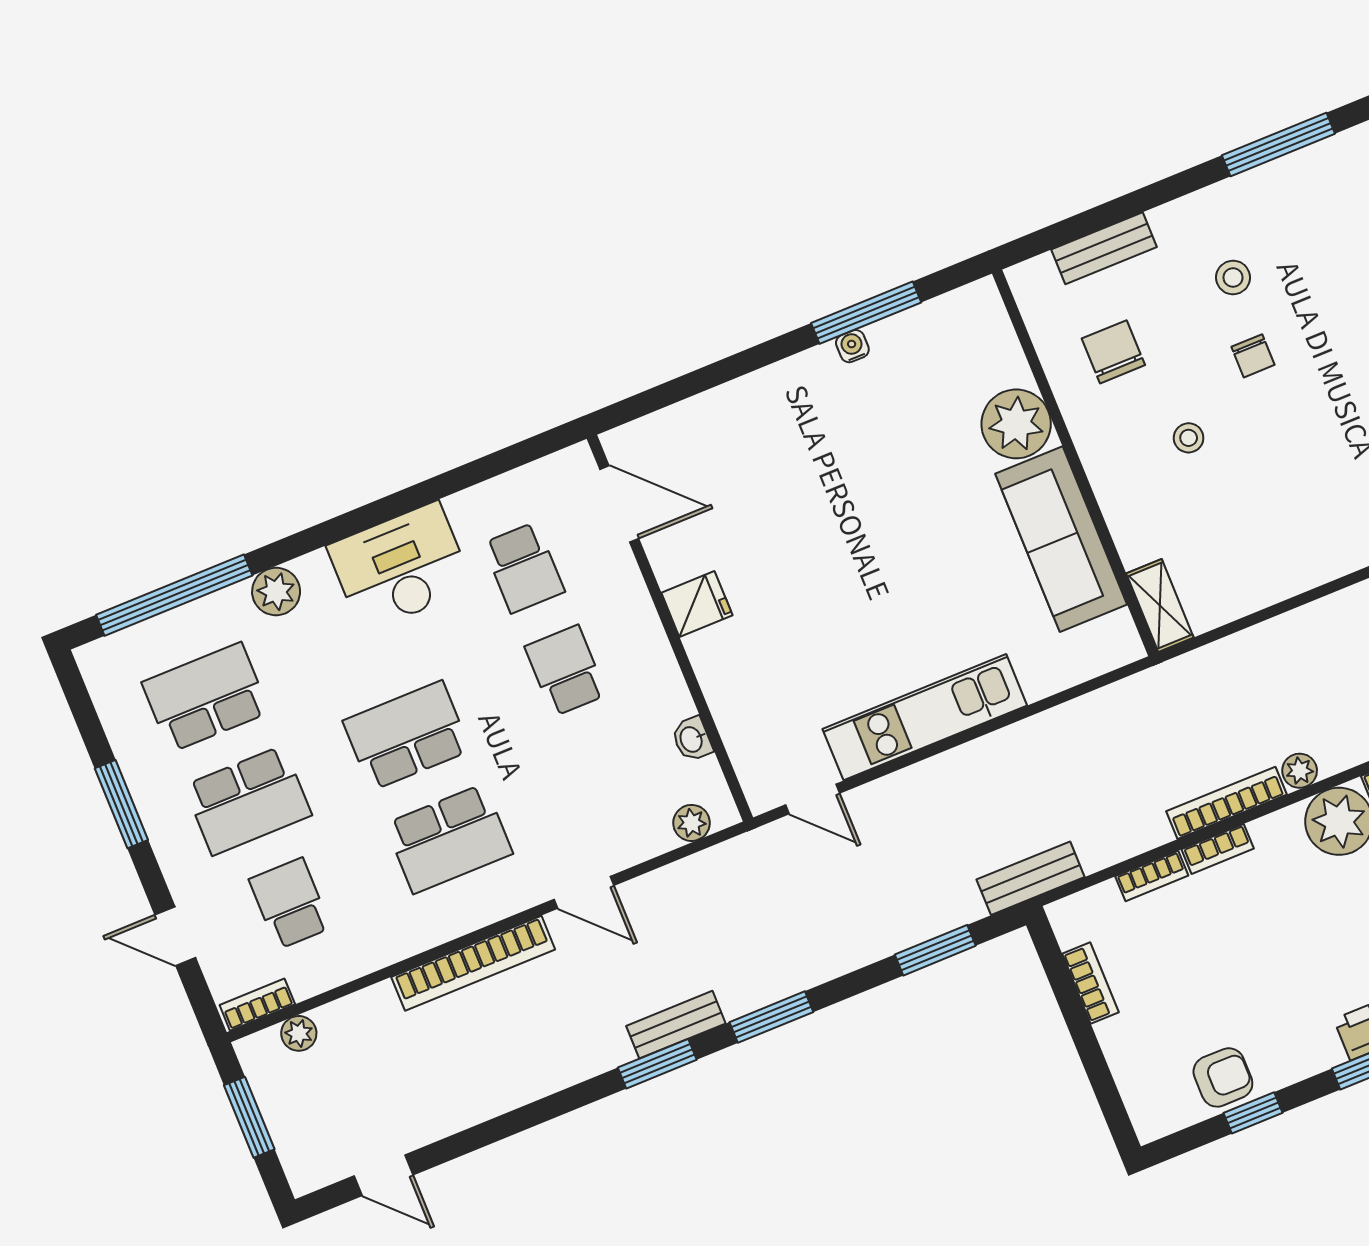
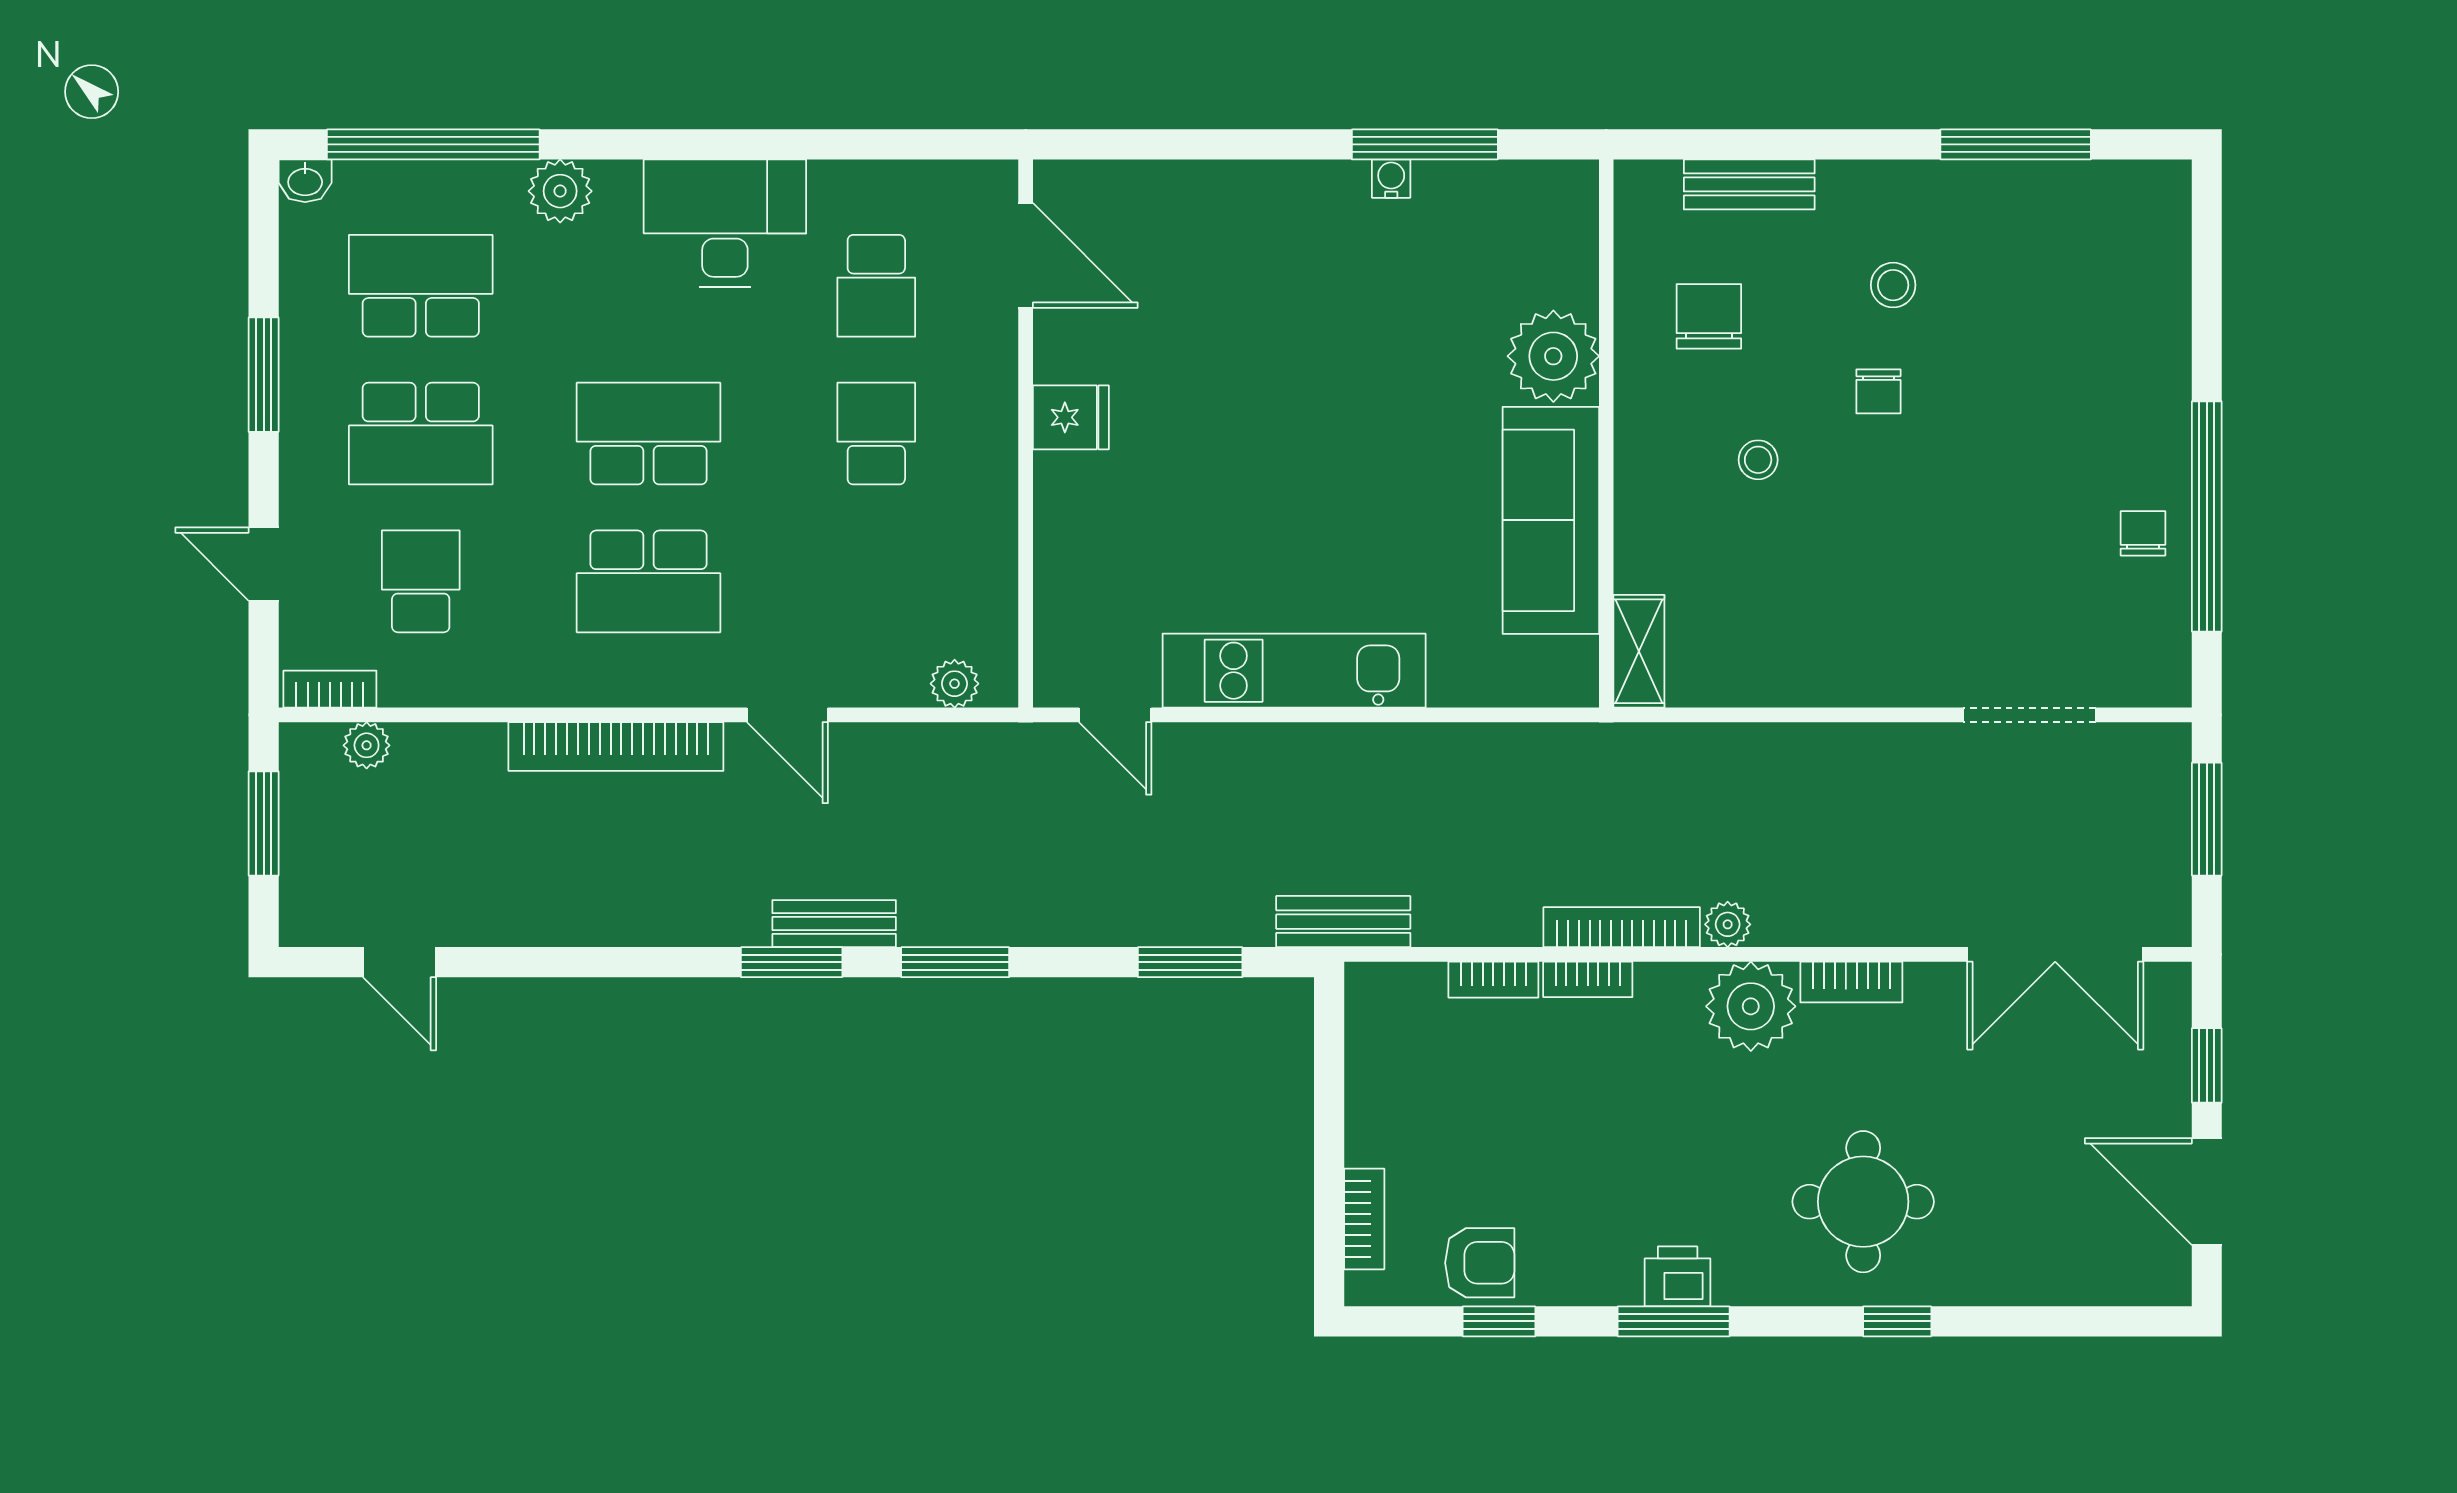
washbasin: (692, 739) -> (305, 181), moved, turned -90
bookcase: (1090, 983) -> (1364, 1219), moved

